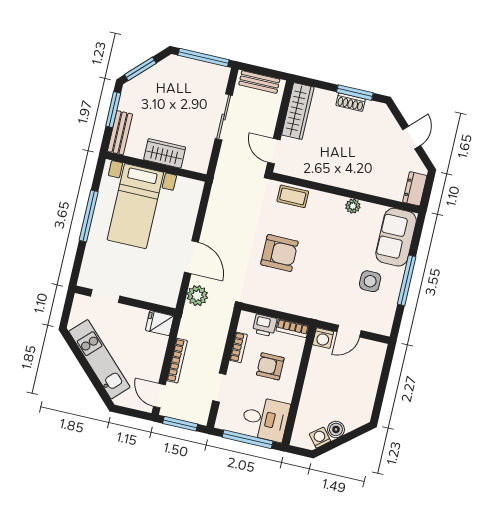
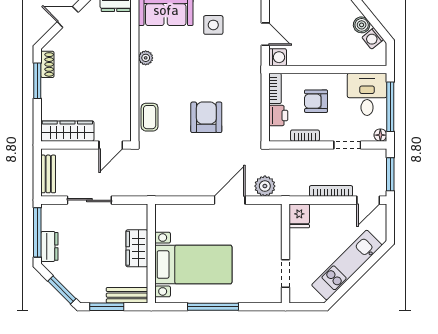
dresser: (187, 66) -> (49, 246), added
shoe rack: (351, 102) -> (47, 64), moved
armchair: (270, 366) -> (316, 101), turned 90
floor lamp: (222, 423) -> (380, 135), added

